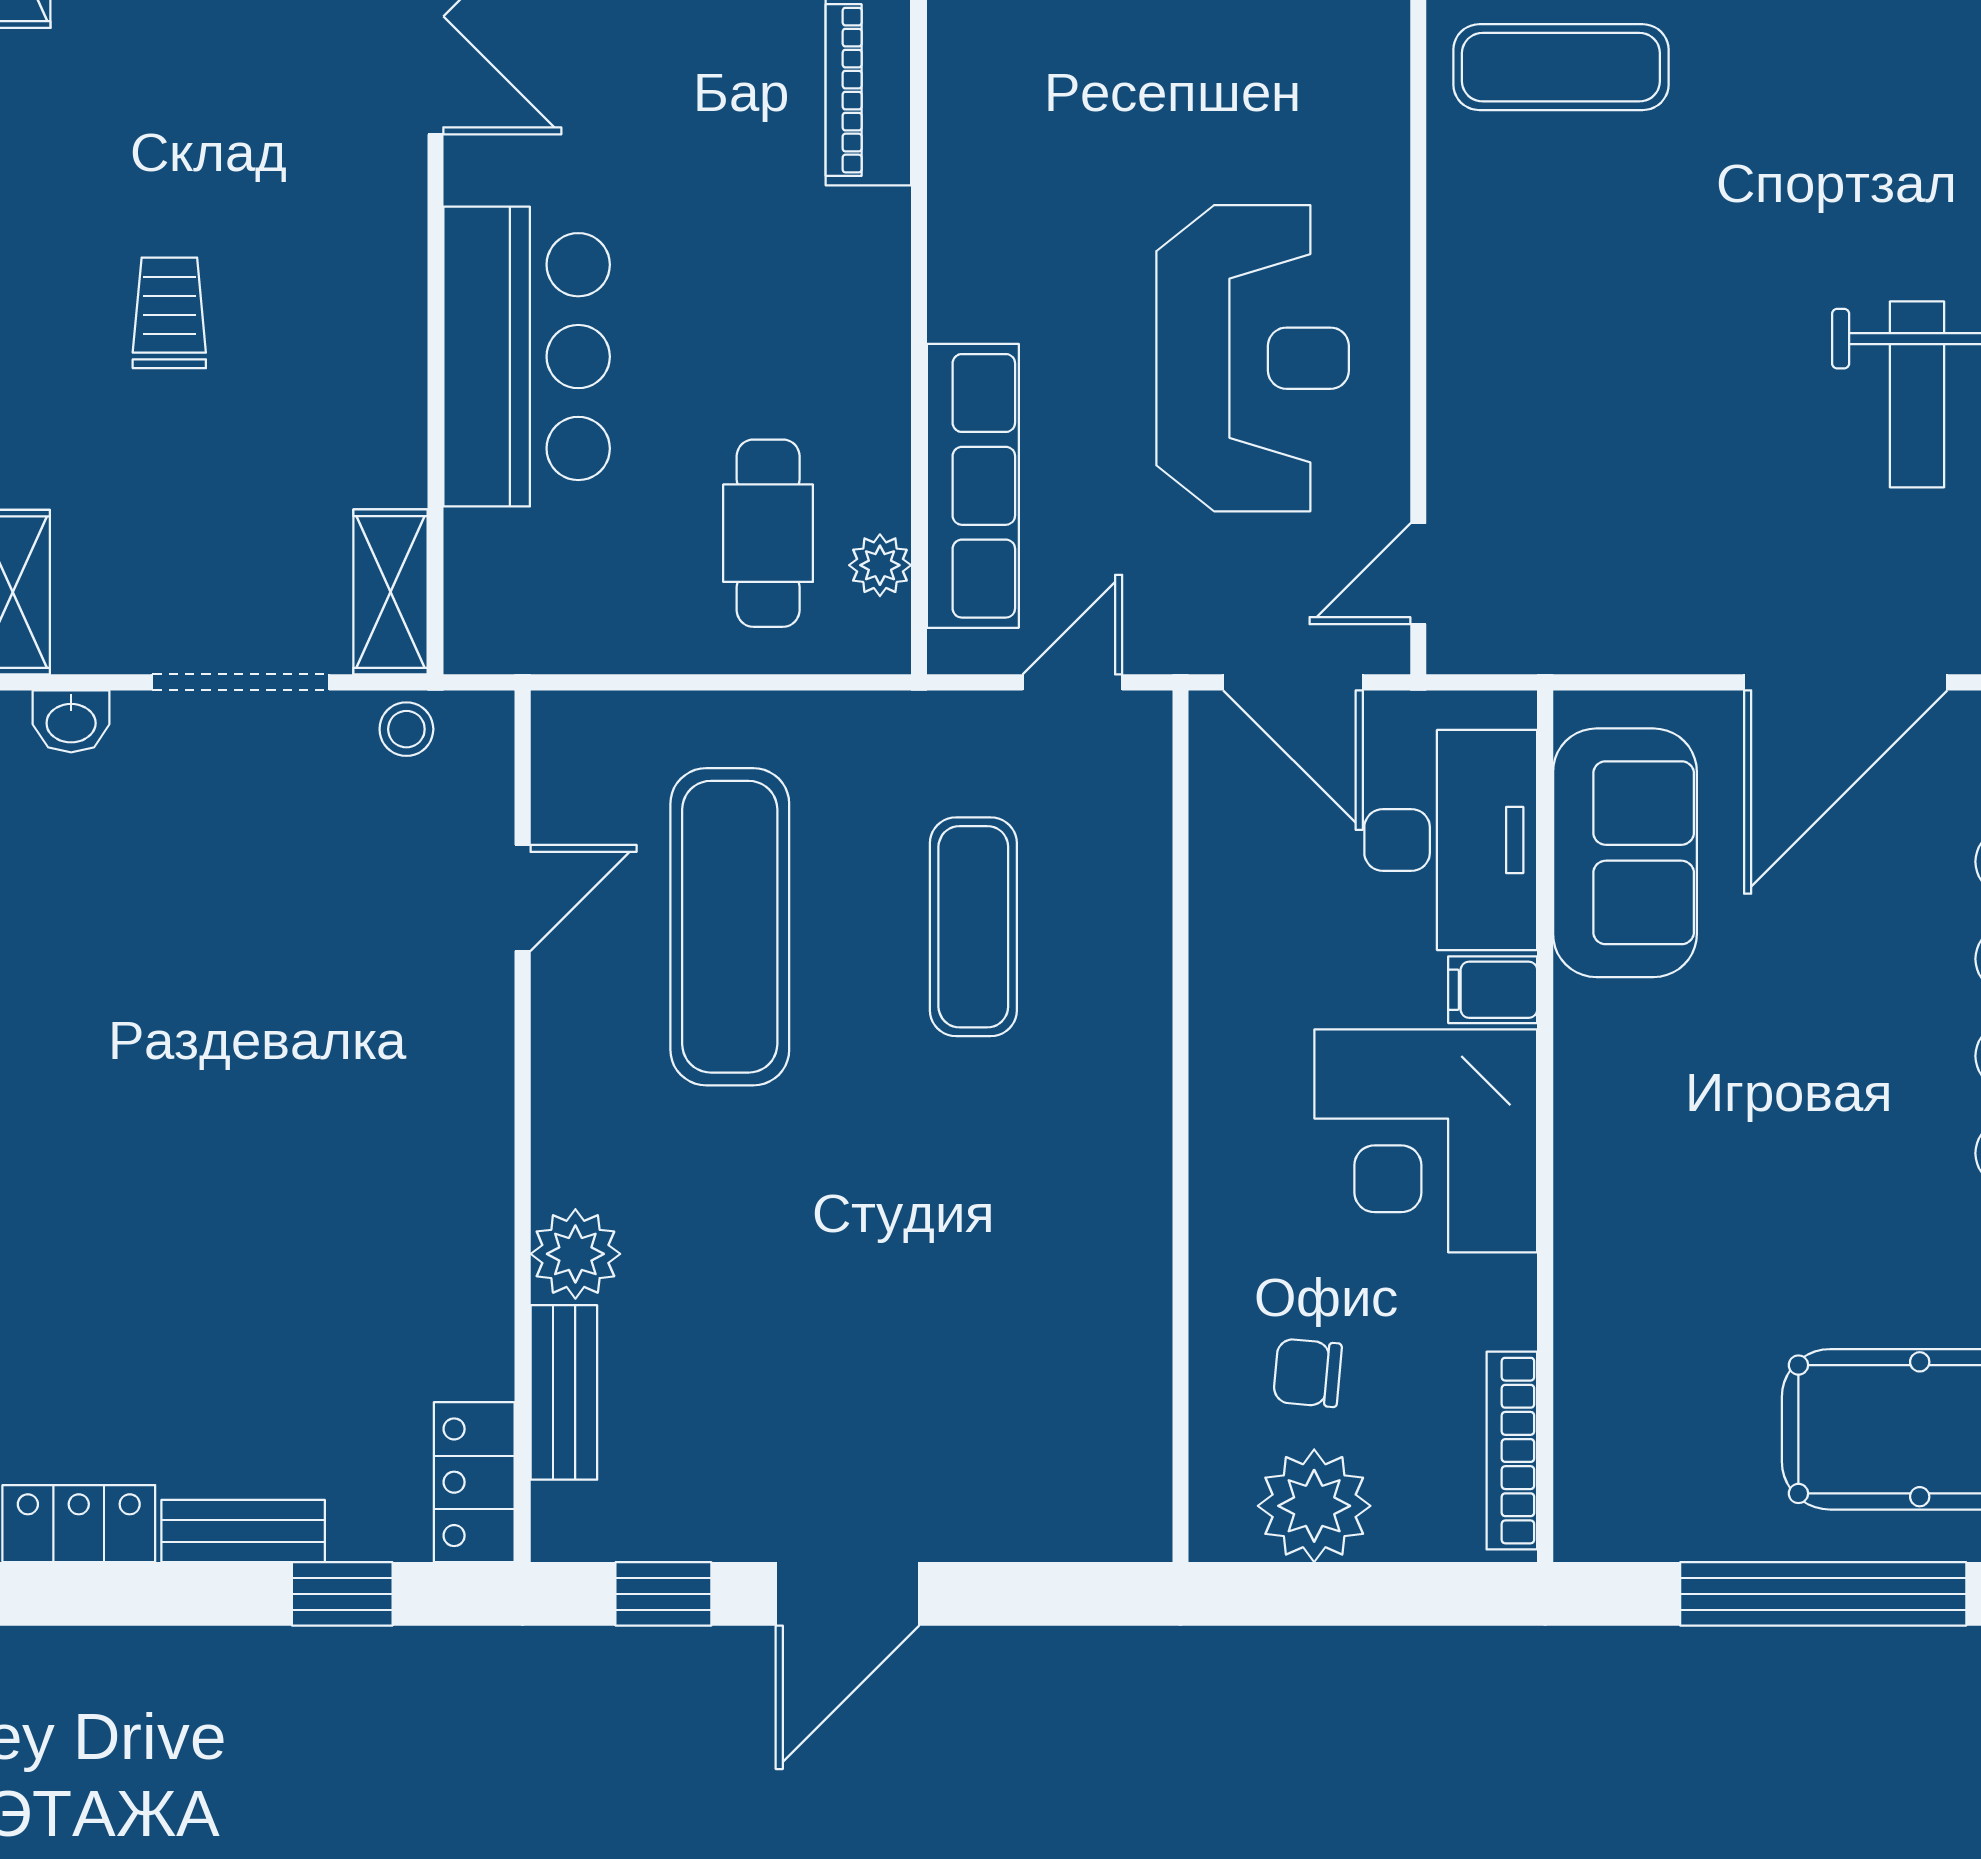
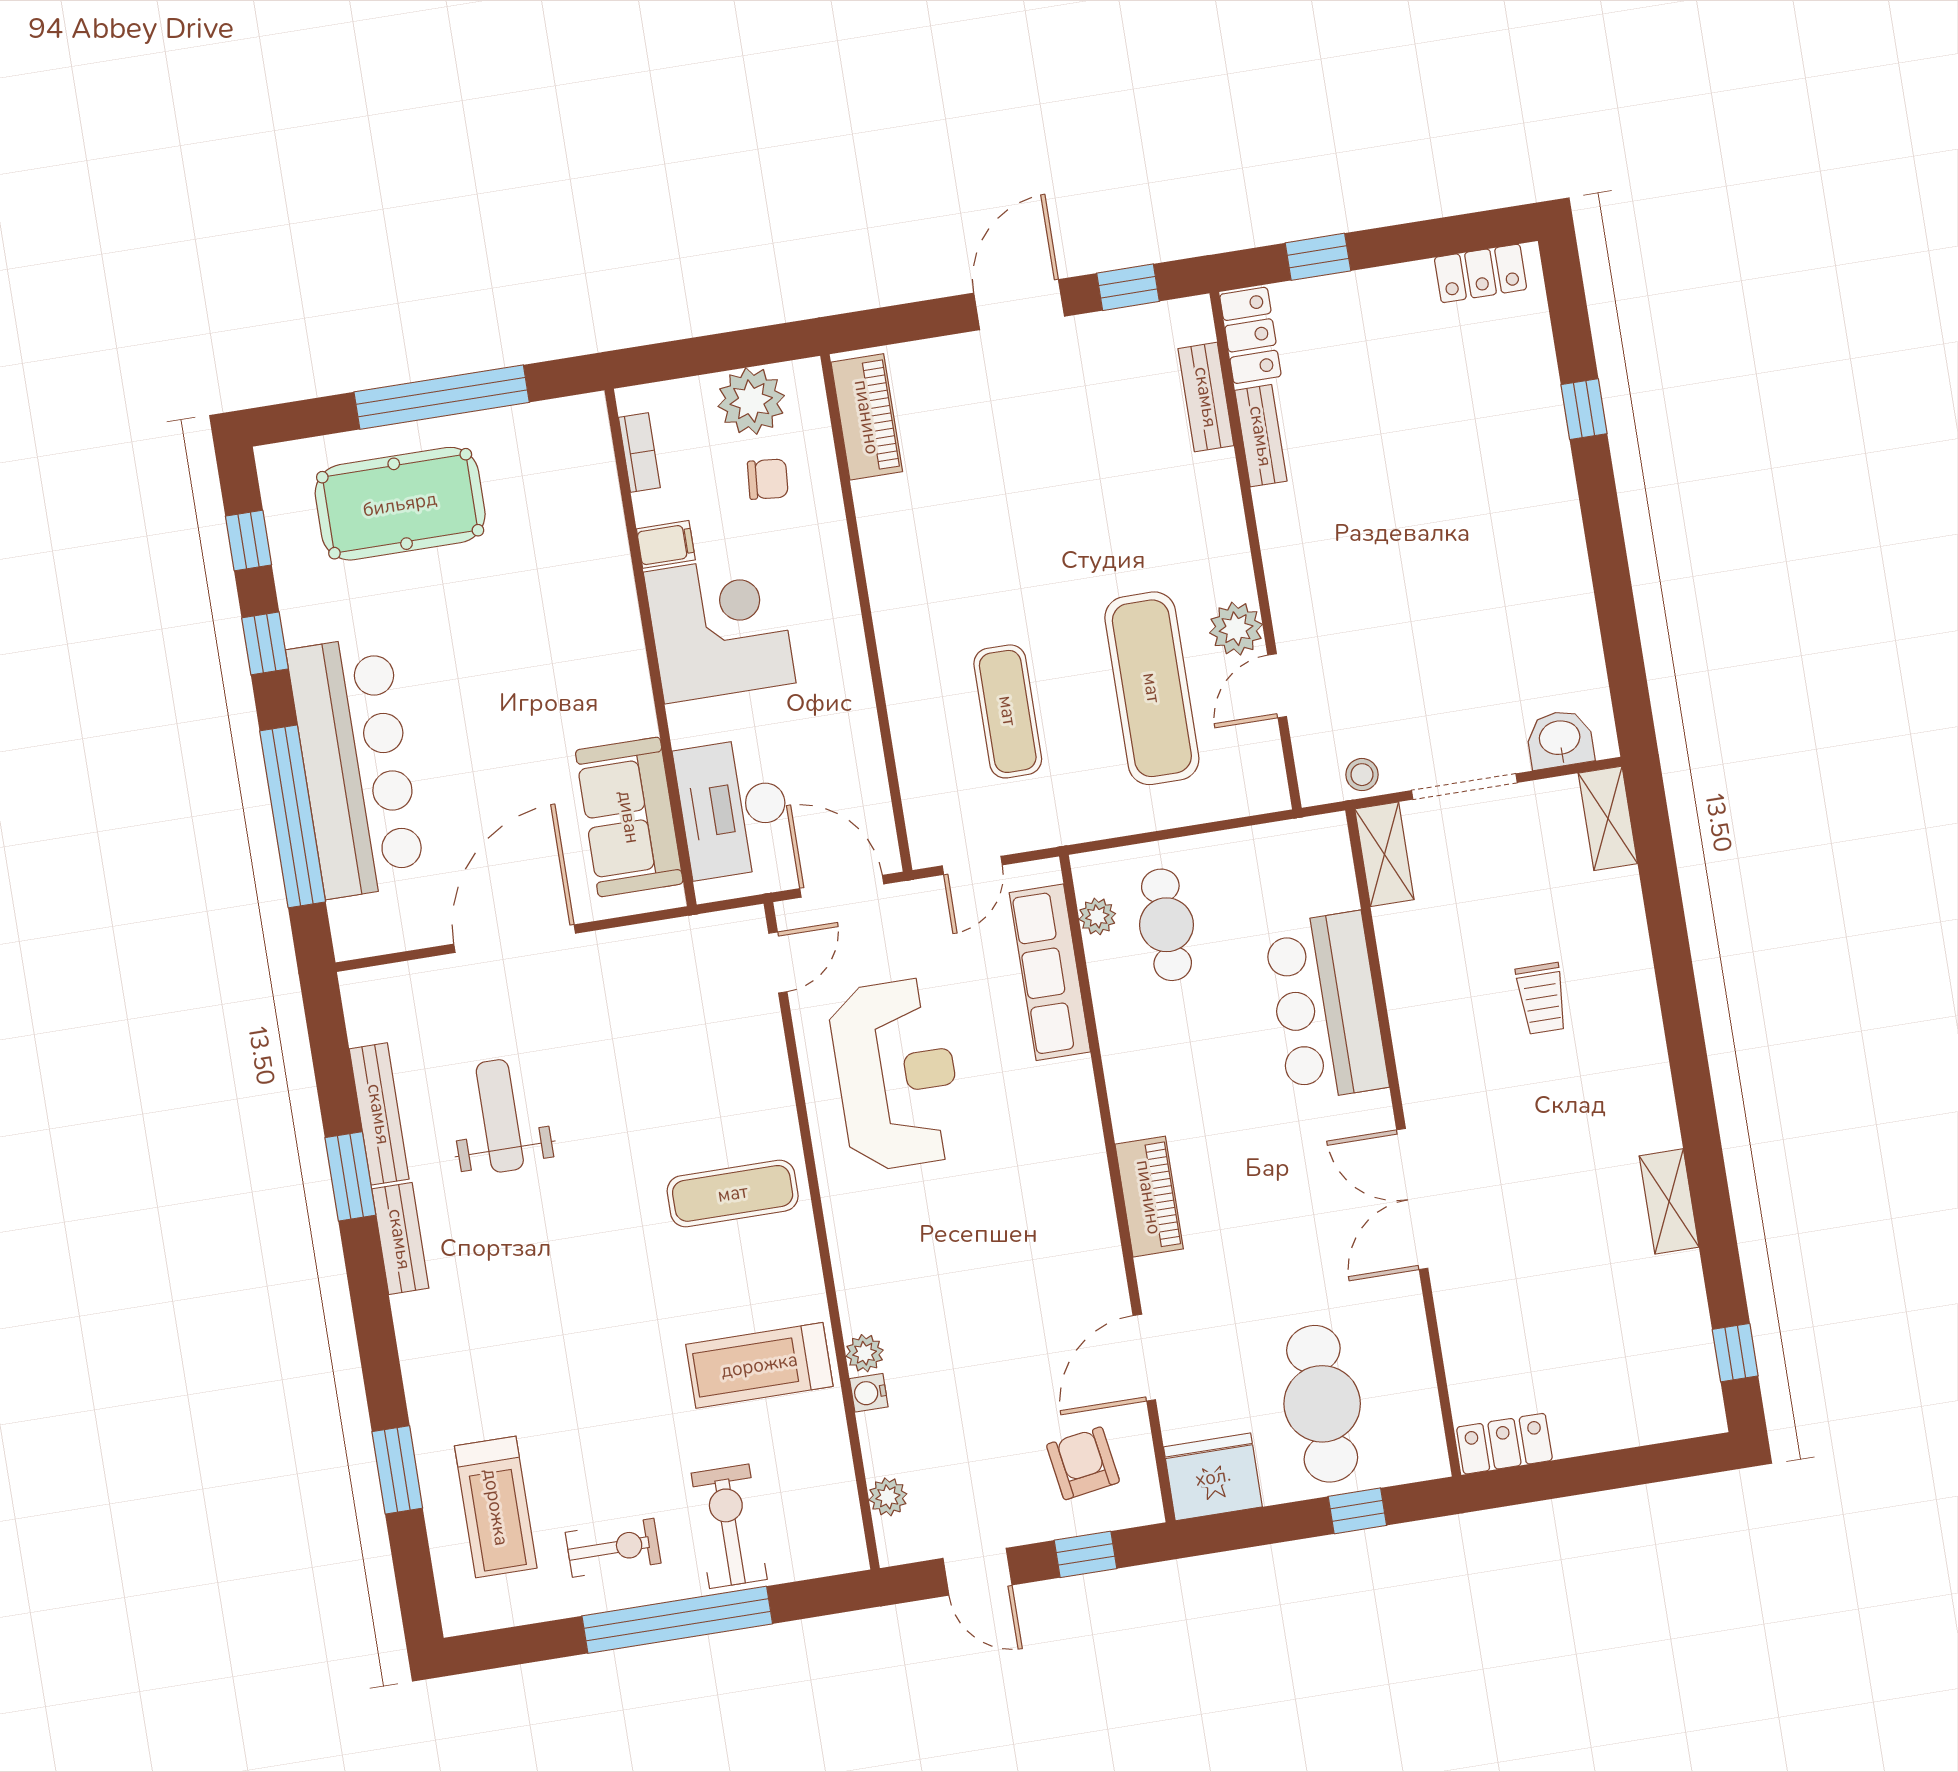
exercise mat: (1561, 67) -> (733, 1193), moved
reception desk: (1253, 358) -> (896, 1074), turned 180
washbasin: (71, 721) -> (1560, 739), width x1.38, depth x1.45
filing cabinet: (1493, 990) -> (666, 544), moved
plant: (575, 1254) -> (1236, 629), moved
piano: (1128, 1449) -> (867, 417), added
bookcase: (1512, 1451) -> (639, 452), width x0.64
bench: (243, 1531) -> (1261, 436), moved, turned 90

